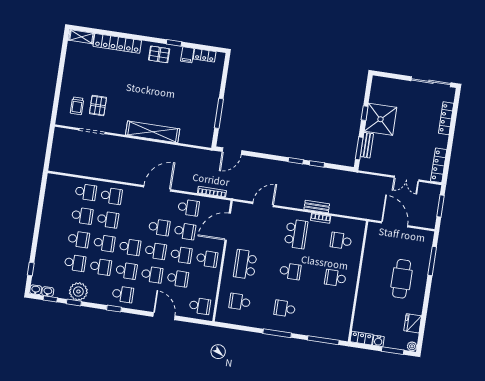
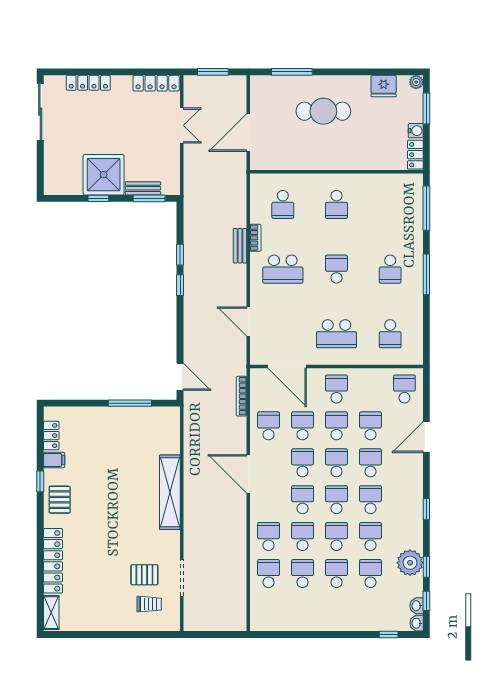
school desk: (296, 234) -> (283, 269), turned 180
school desk: (123, 294) -> (303, 500), moved

